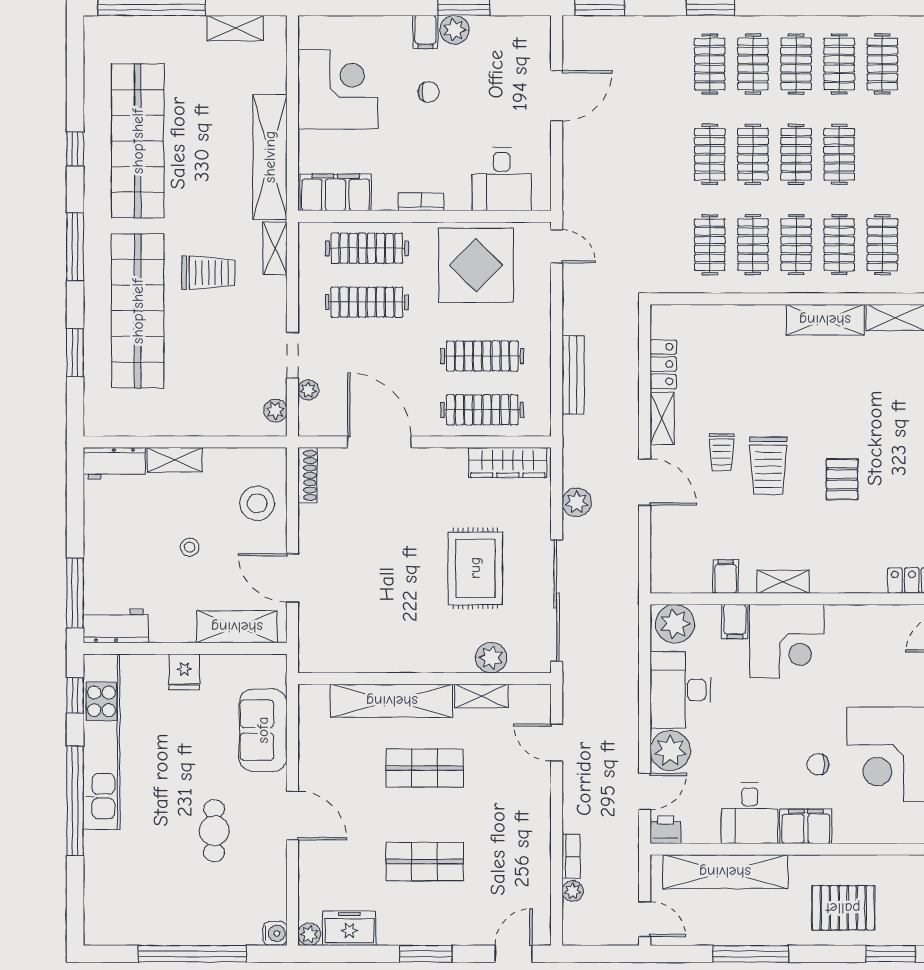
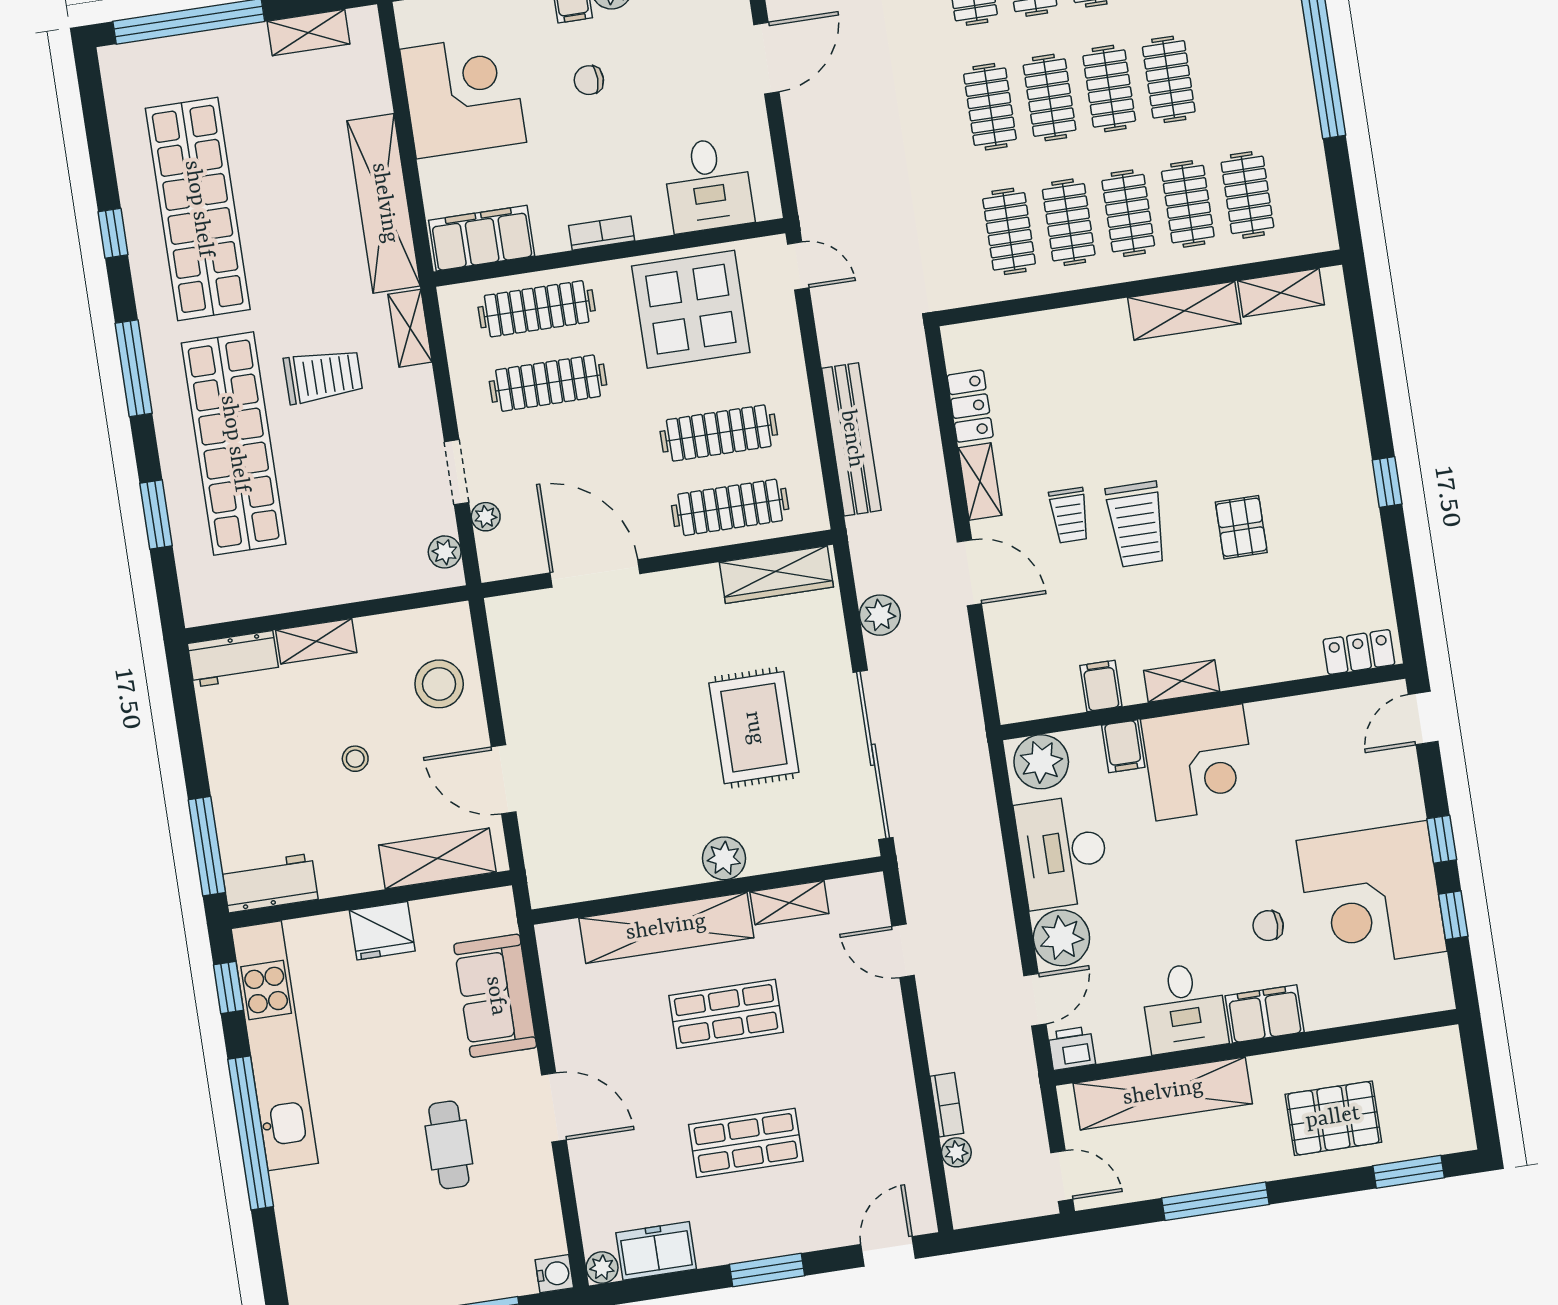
chair: (429, 92) -> (589, 80), turned 180
bench: (573, 375) -> (851, 439), width x1.37, depth x1.21
shoe rack: (307, 475) -> (503, 635), removed
plant: (491, 658) -> (724, 858), moved
fridge: (184, 672) -> (382, 931), width x1.38

